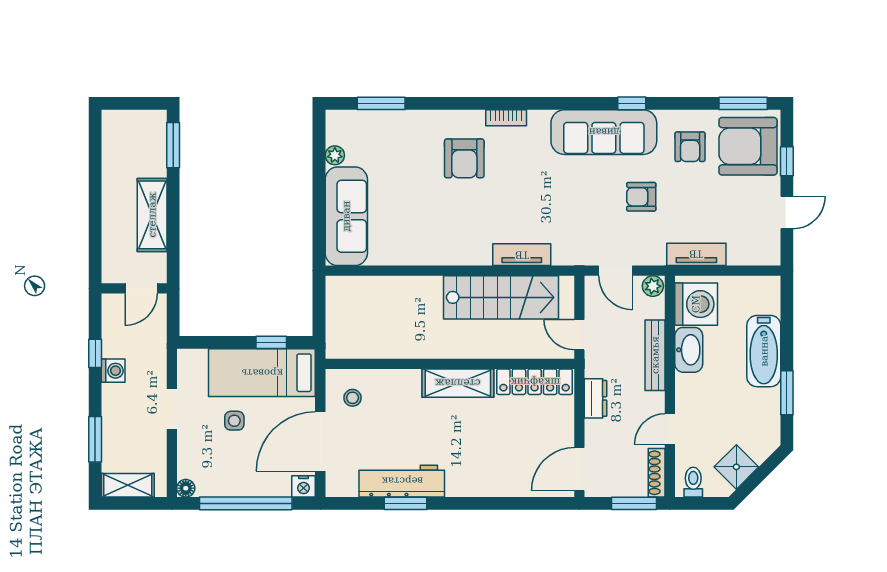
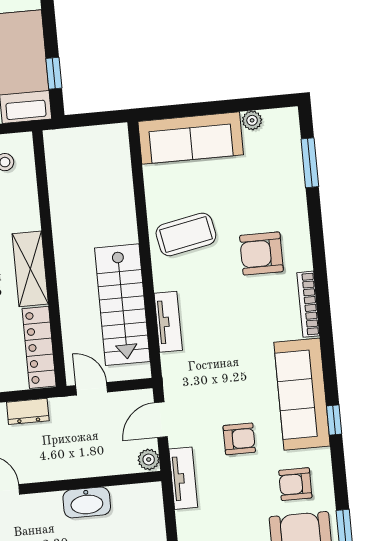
bookcase: (506, 118) -> (308, 304), width x1.56
armchair: (641, 197) -> (239, 439), turned 90
coffee table: (439, 230) -> (186, 234), added
tv unit: (696, 254) -> (183, 478), moved
washing machine: (696, 304) -> (134, 506), removed
door: (579, 335) -> (92, 389), hinge flipped
bench: (655, 355) -> (78, 468), removed

